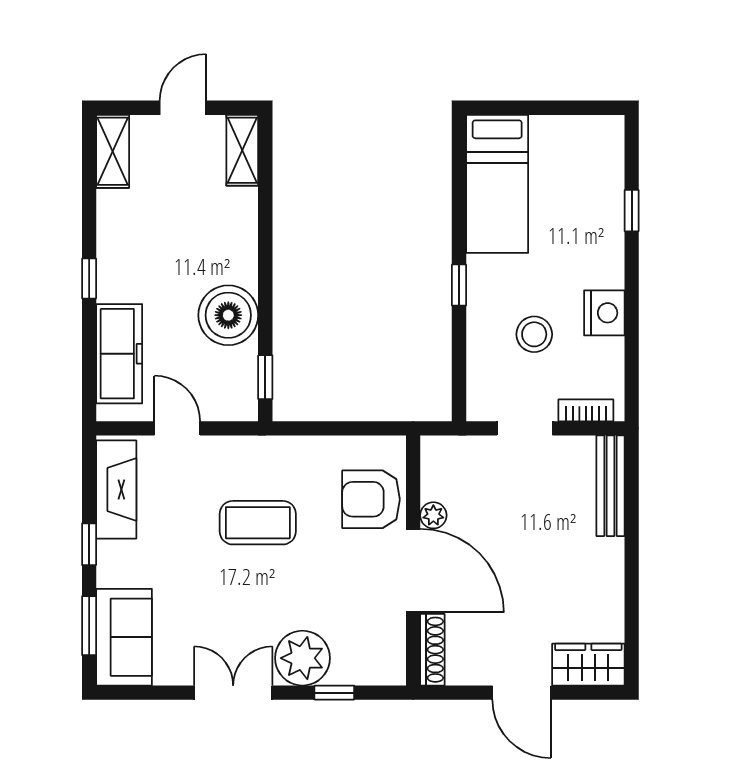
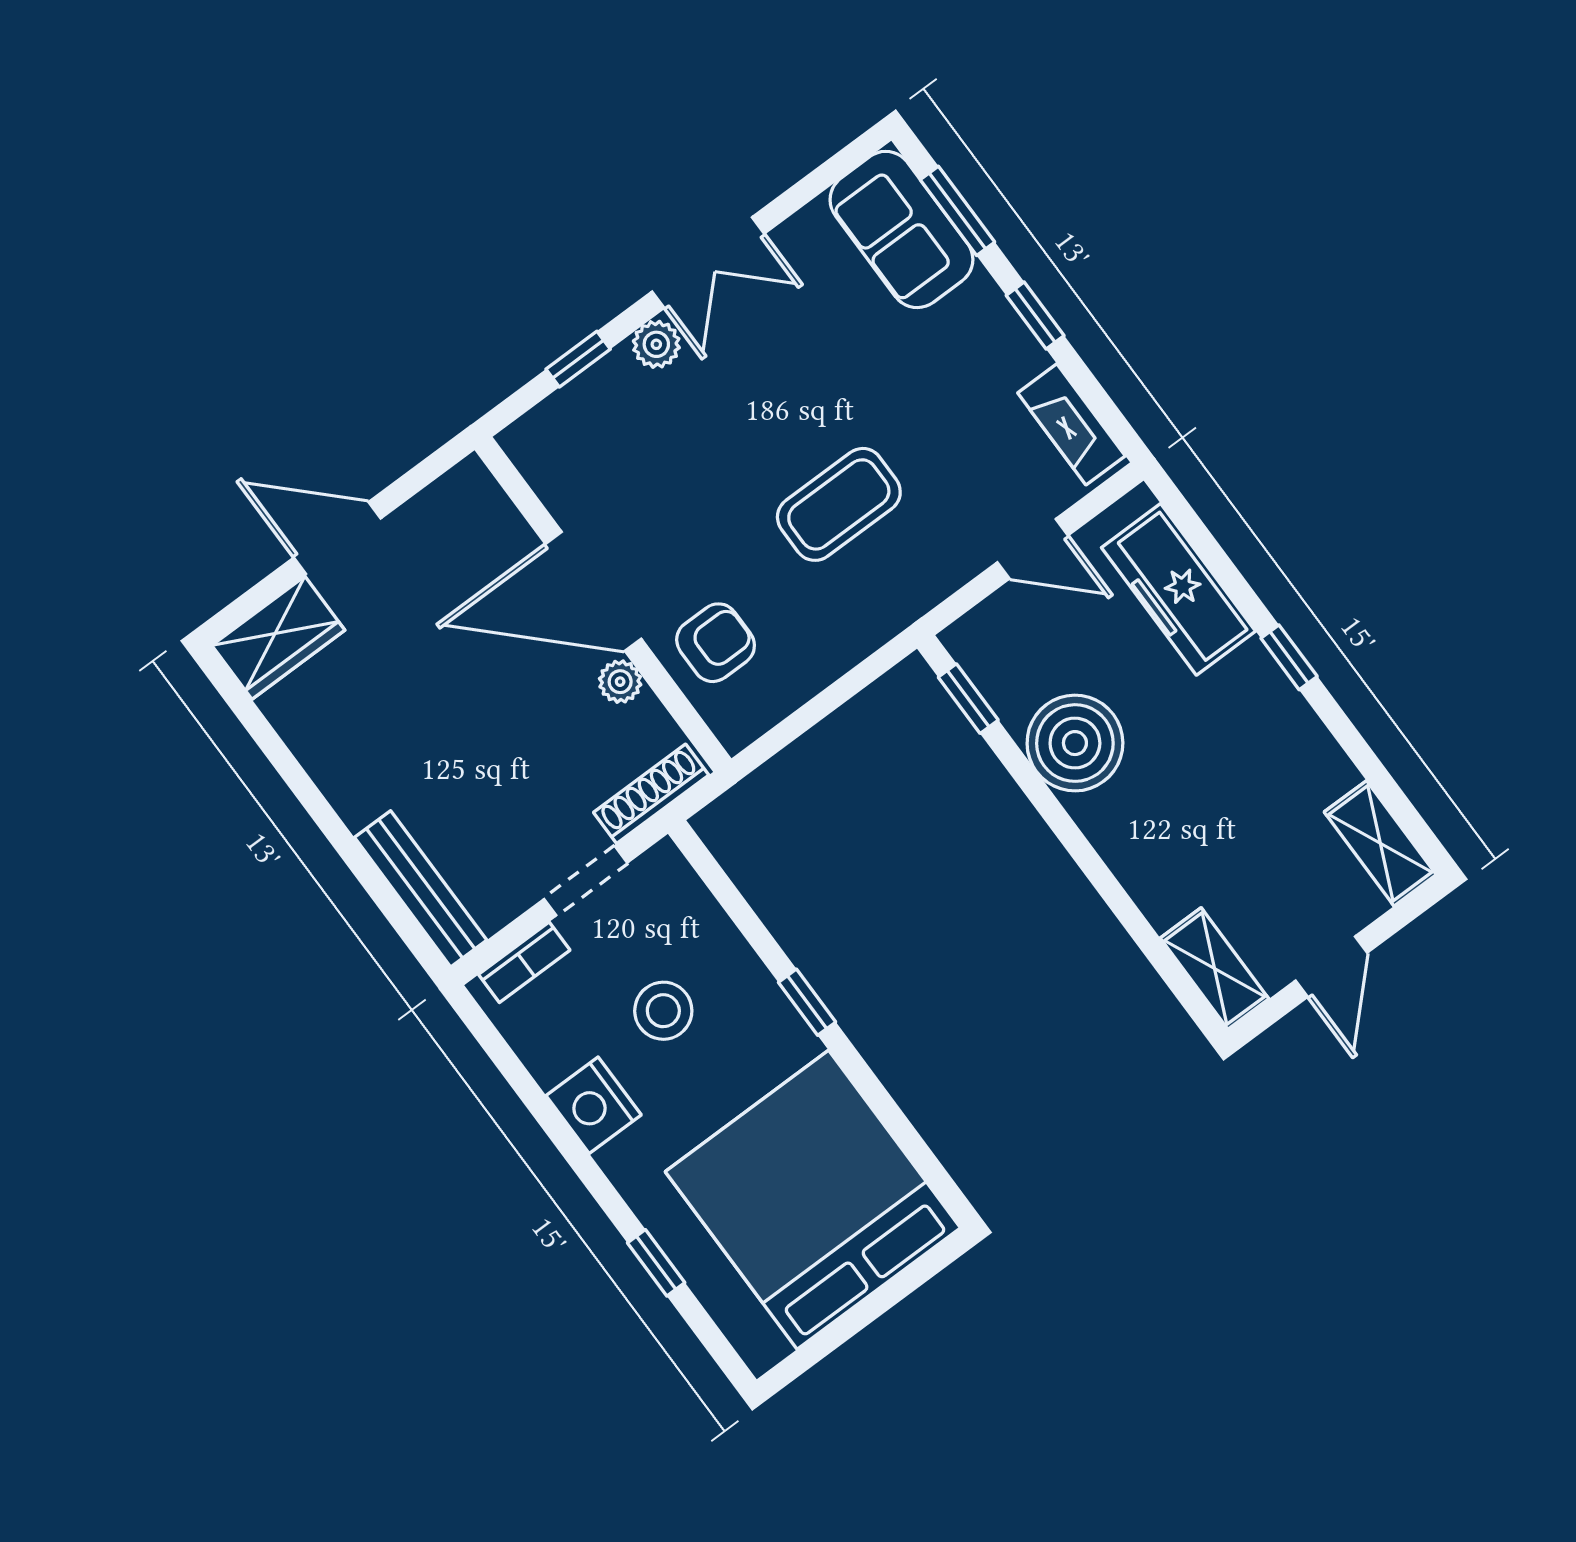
bed: (497, 184) -> (813, 1200), width x2.04
fireplace: (116, 489) -> (1071, 424), width x0.73, depth x0.76
armchair: (371, 499) -> (716, 643), width x0.72, depth x0.72
shoe rack: (432, 650) -> (651, 794), moved, turned 90
plant: (302, 658) -> (656, 344), width x0.53, depth x0.53

